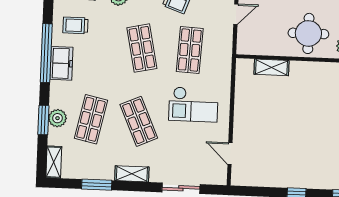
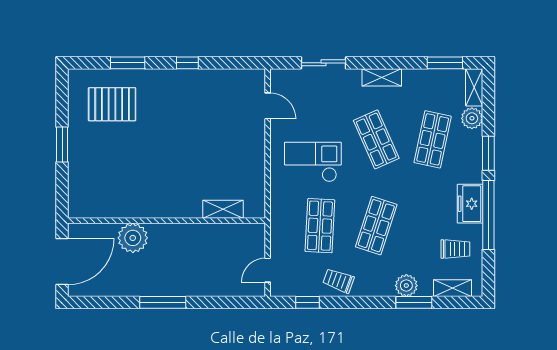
round table: (308, 33) -> (181, 251), removed
shop shelf: (142, 48) -> (376, 226), turned 30
plant: (58, 118) -> (472, 118), moved
window: (43, 120) -> (488, 153), moved
window: (97, 185) -> (445, 63), moved

